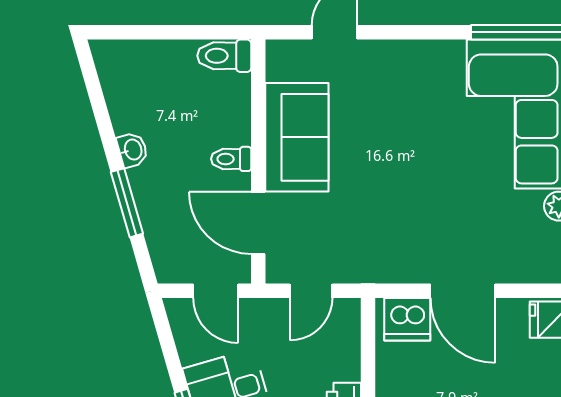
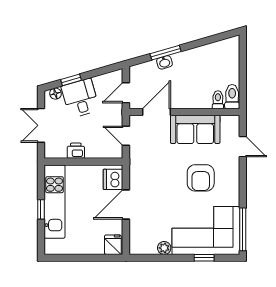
armchair: (404, 125) -> (201, 178), added
washbasin: (132, 150) -> (164, 62), moved
toilet: (231, 159) -> (218, 100), moved

